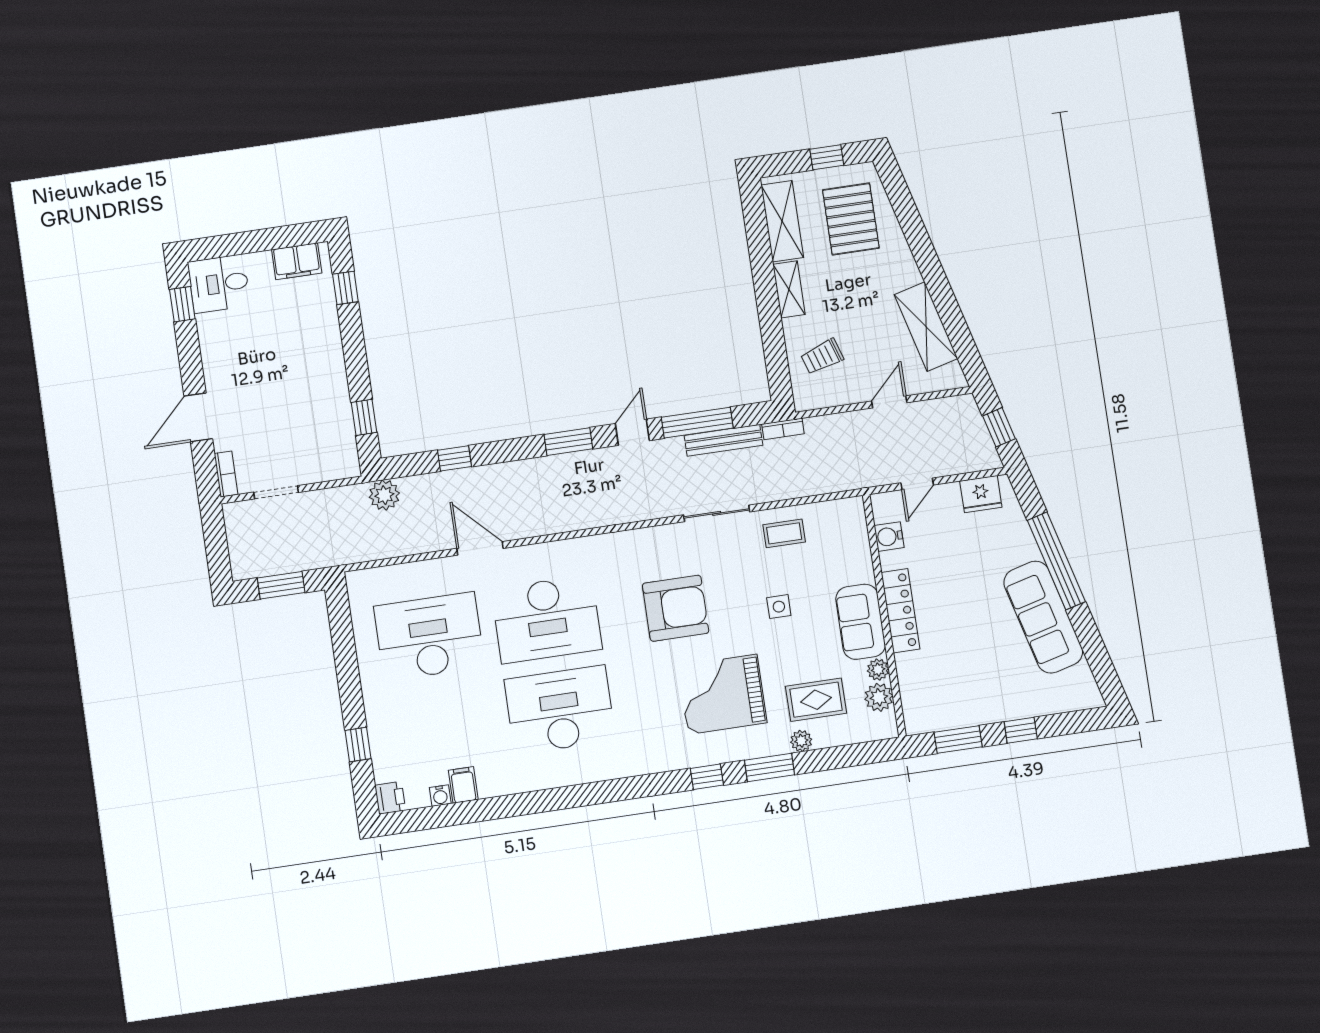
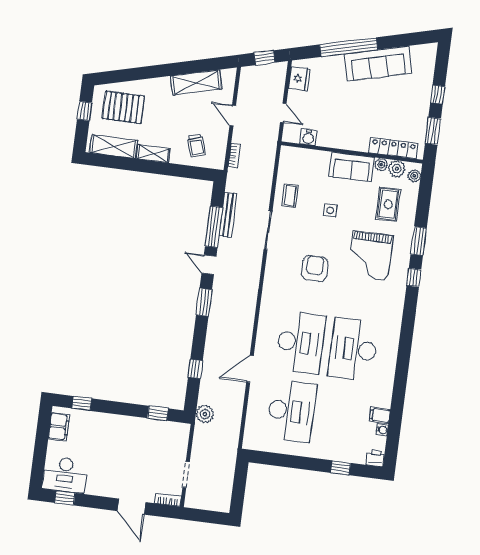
desk: (219, 284) -> (65, 475), width x1.37
bookcase: (783, 429) -> (234, 155), moved
window: (281, 585) -> (239, 486), removed
armchair: (676, 608) -> (315, 268), width x0.73, depth x0.73
locker: (900, 611) -> (393, 148), moved
desk: (429, 636) -> (291, 411), turned 180
plant: (801, 741) -> (414, 176), moved

